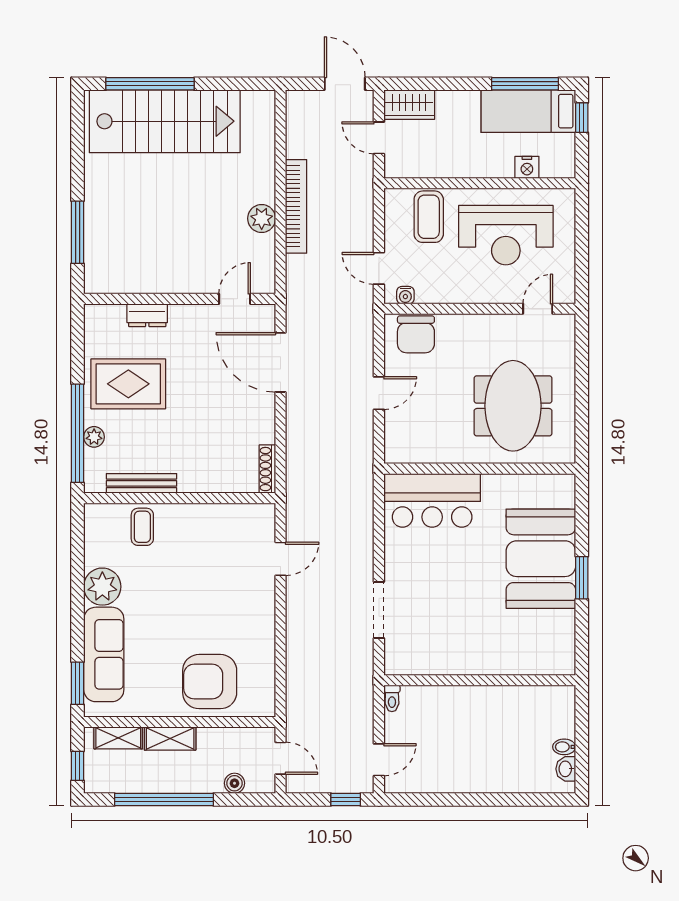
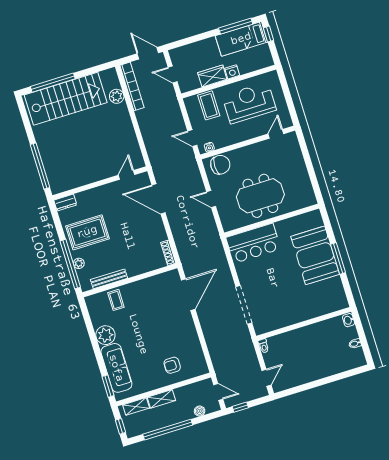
wardrobe: (409, 105) -> (212, 76), moved, turned 180
nightstand: (527, 167) -> (232, 72), moved
bookcase: (296, 206) -> (132, 86), moved
plant: (262, 218) -> (117, 96), moved
window: (78, 232) -> (40, 166), width x1.46
reception desk: (506, 235) -> (249, 103), turned 180
dresser: (147, 315) -> (65, 203), moved
chair: (416, 334) -> (220, 165), turned -90
door: (379, 393) -> (211, 199), swing flipped
meeting table: (513, 406) -> (260, 196), moved, turned 90
door: (280, 559) -> (188, 295), width x1.88
window: (582, 578) -> (338, 258), width x1.44
doorway: (379, 610) -> (244, 305), width x1.36
armchair: (210, 682) -> (172, 365), width x0.53, depth x0.53
washbasin: (566, 769) -> (349, 320), moved
window: (346, 799) -> (240, 407), moved

